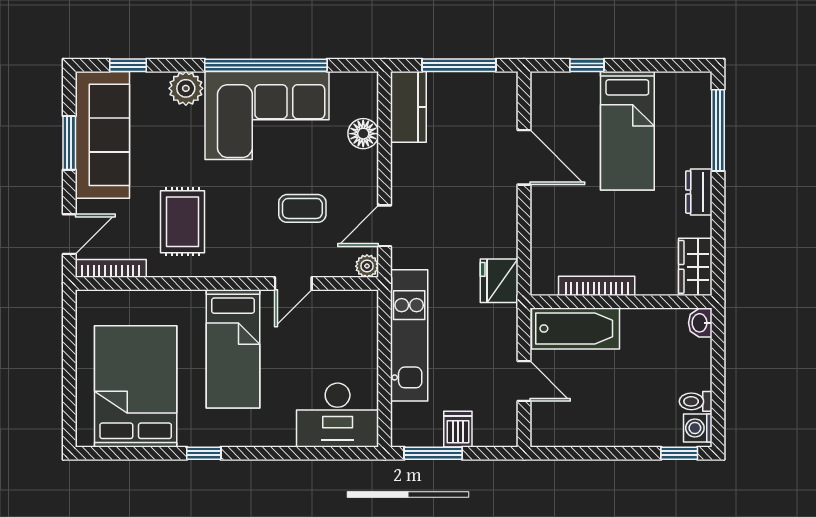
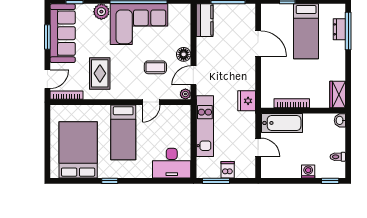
floor lamp: (363, 134) -> (184, 54), moved
dresser: (699, 192) -> (339, 29), moved
washing machine: (698, 428) -> (308, 171), moved, turned 90

